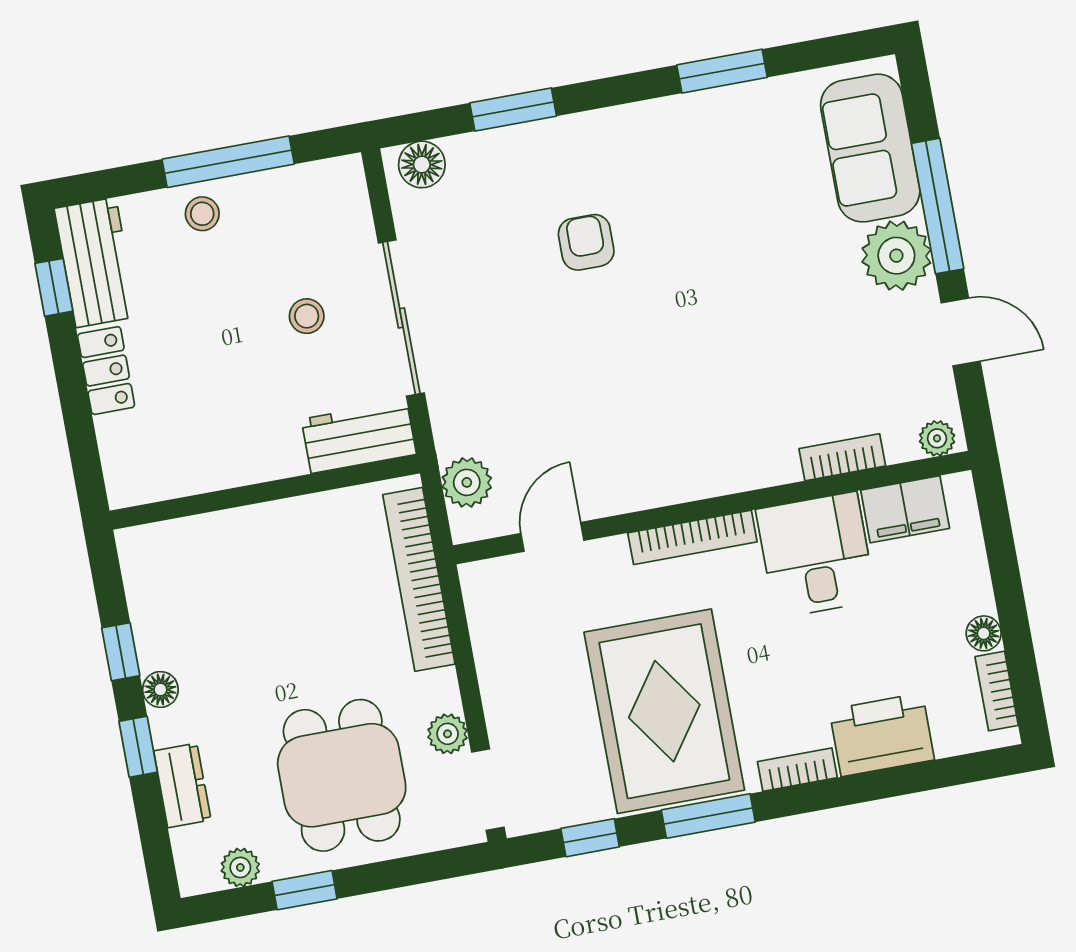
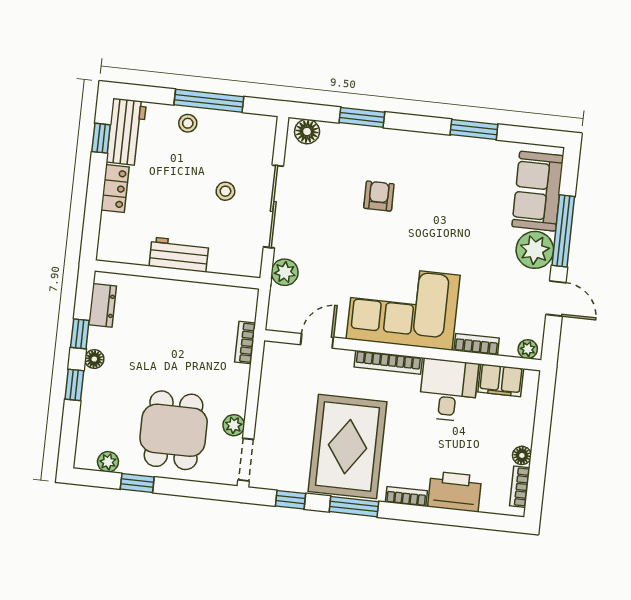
corner sofa: (690, 429) -> (403, 307), added
workbench: (359, 437) -> (179, 255), moved
plant: (467, 482) -> (285, 272), moved
bookcase: (419, 579) -> (245, 343), width x0.43, depth x0.76
dresser: (182, 785) -> (102, 305), moved

